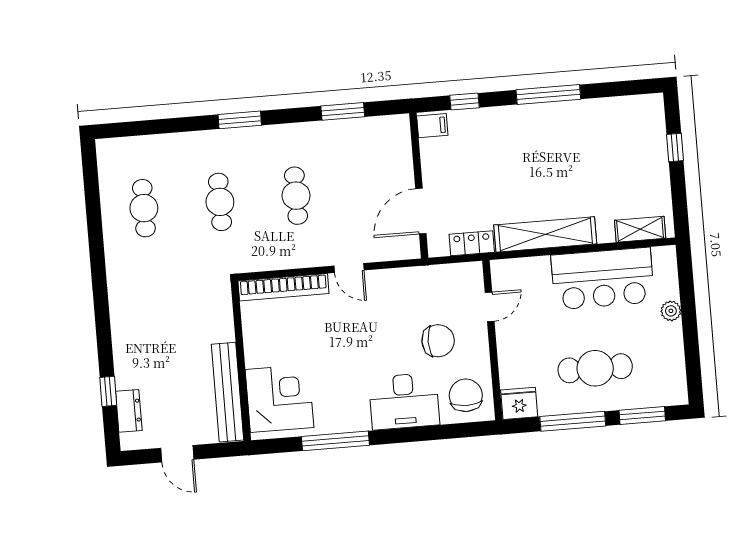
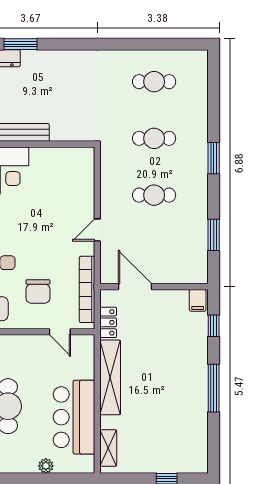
bookcase: (283, 287) -> (87, 289), moved
window: (108, 391) -> (21, 44), width x1.50

